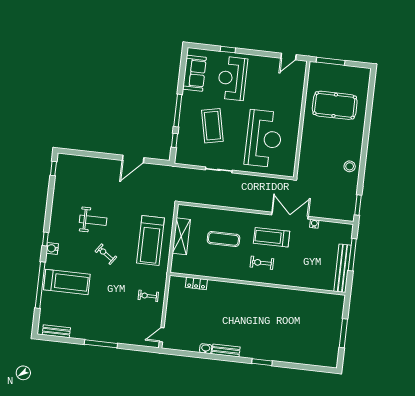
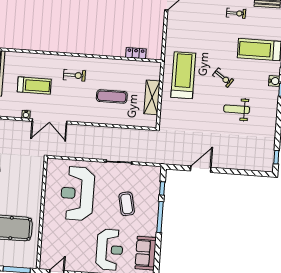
coffee table: (212, 126) -> (127, 204), width x0.73, depth x0.76
treadmill: (272, 237) -> (34, 86), moved
treadmill: (151, 240) -> (183, 75), moved
exercise bike: (148, 296) -> (236, 13), moved

